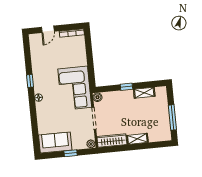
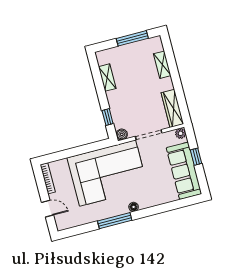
window: (30, 81) -> (115, 221), width x2.17
window: (126, 87) -> (108, 117), moved
corner sofa: (75, 88) -> (108, 173), width x1.36, depth x1.36
shelving: (137, 139) -> (162, 65), moved
sofa: (55, 143) -> (184, 171), width x1.36

